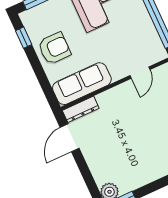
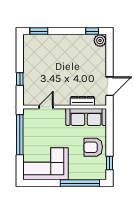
dresser: (81, 109) -> (82, 101), moved

